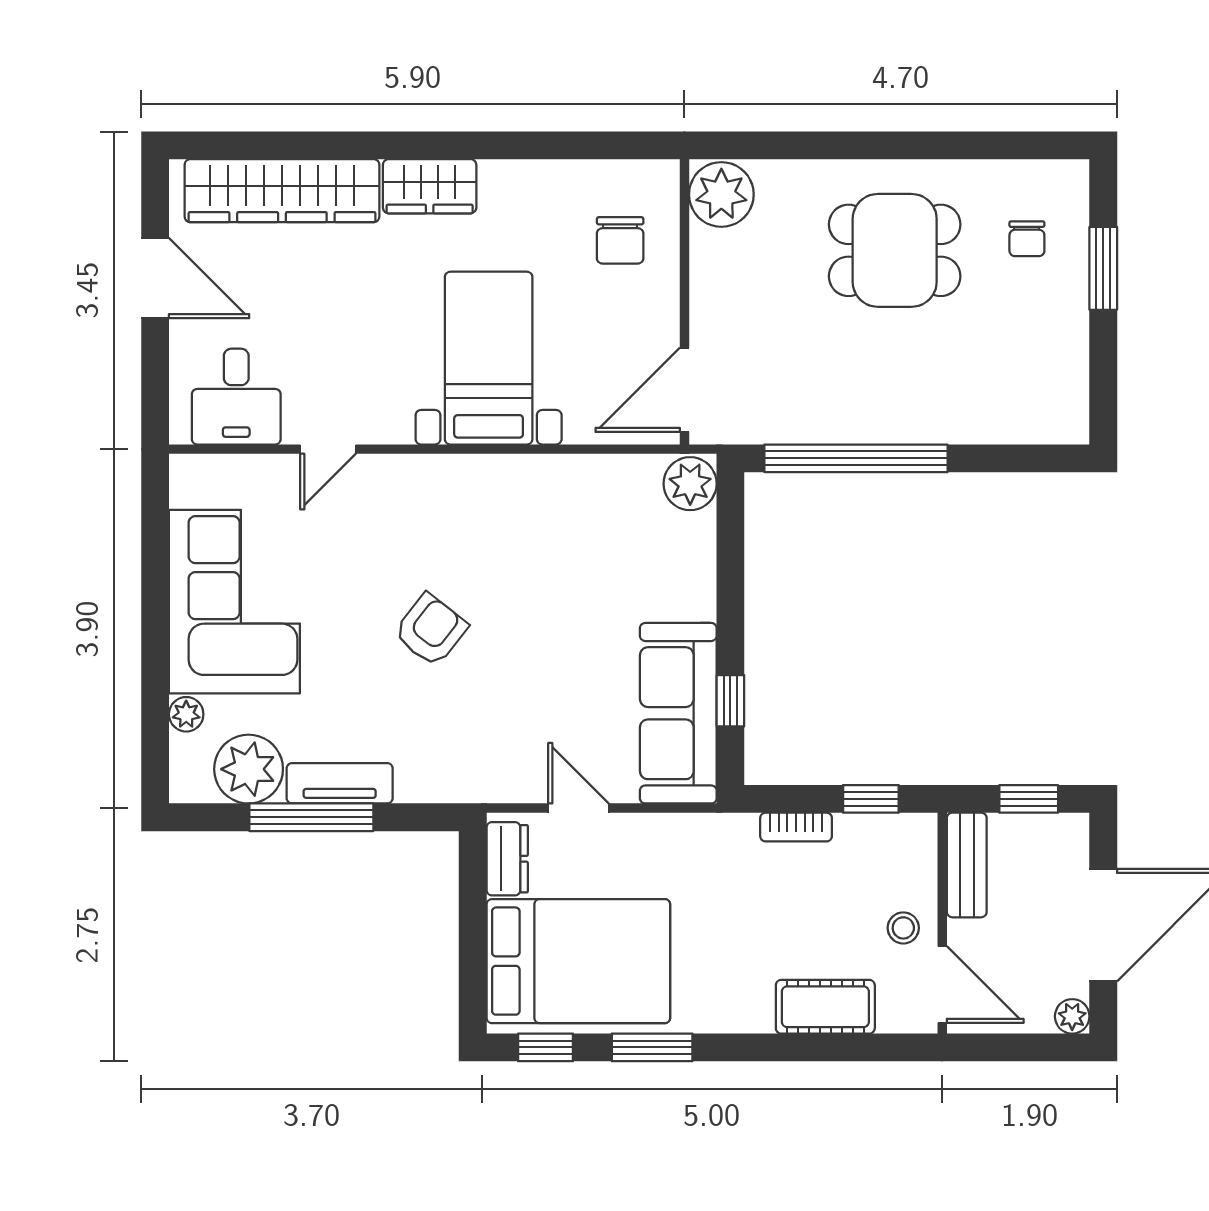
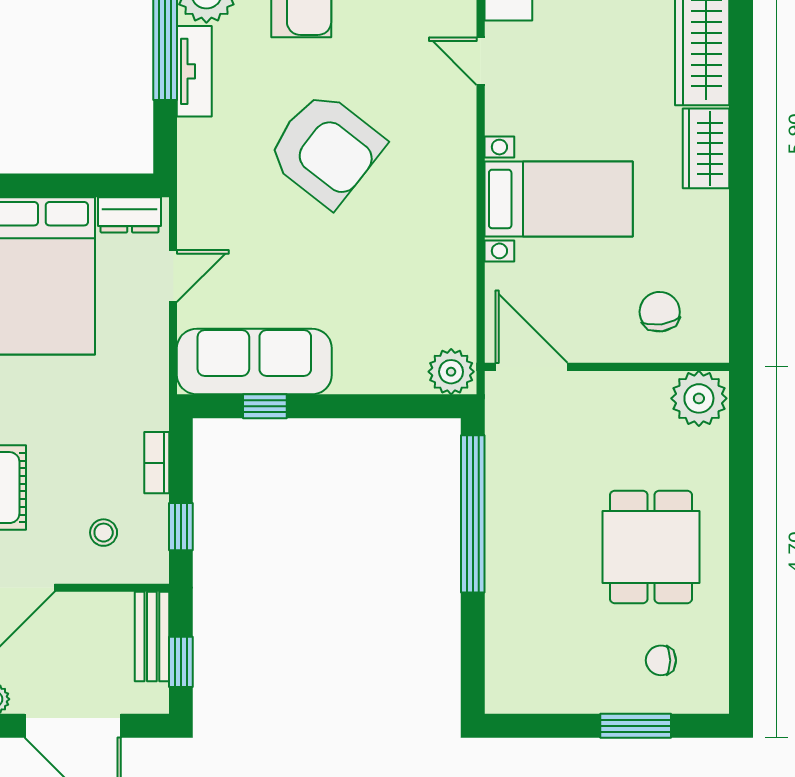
chair: (620, 240) -> (660, 312), turned 82
armchair: (431, 630) -> (326, 149), width x1.88, depth x1.88
bench: (967, 865) -> (152, 636), moved, turned 90
stool: (903, 928) -> (104, 533), moved

